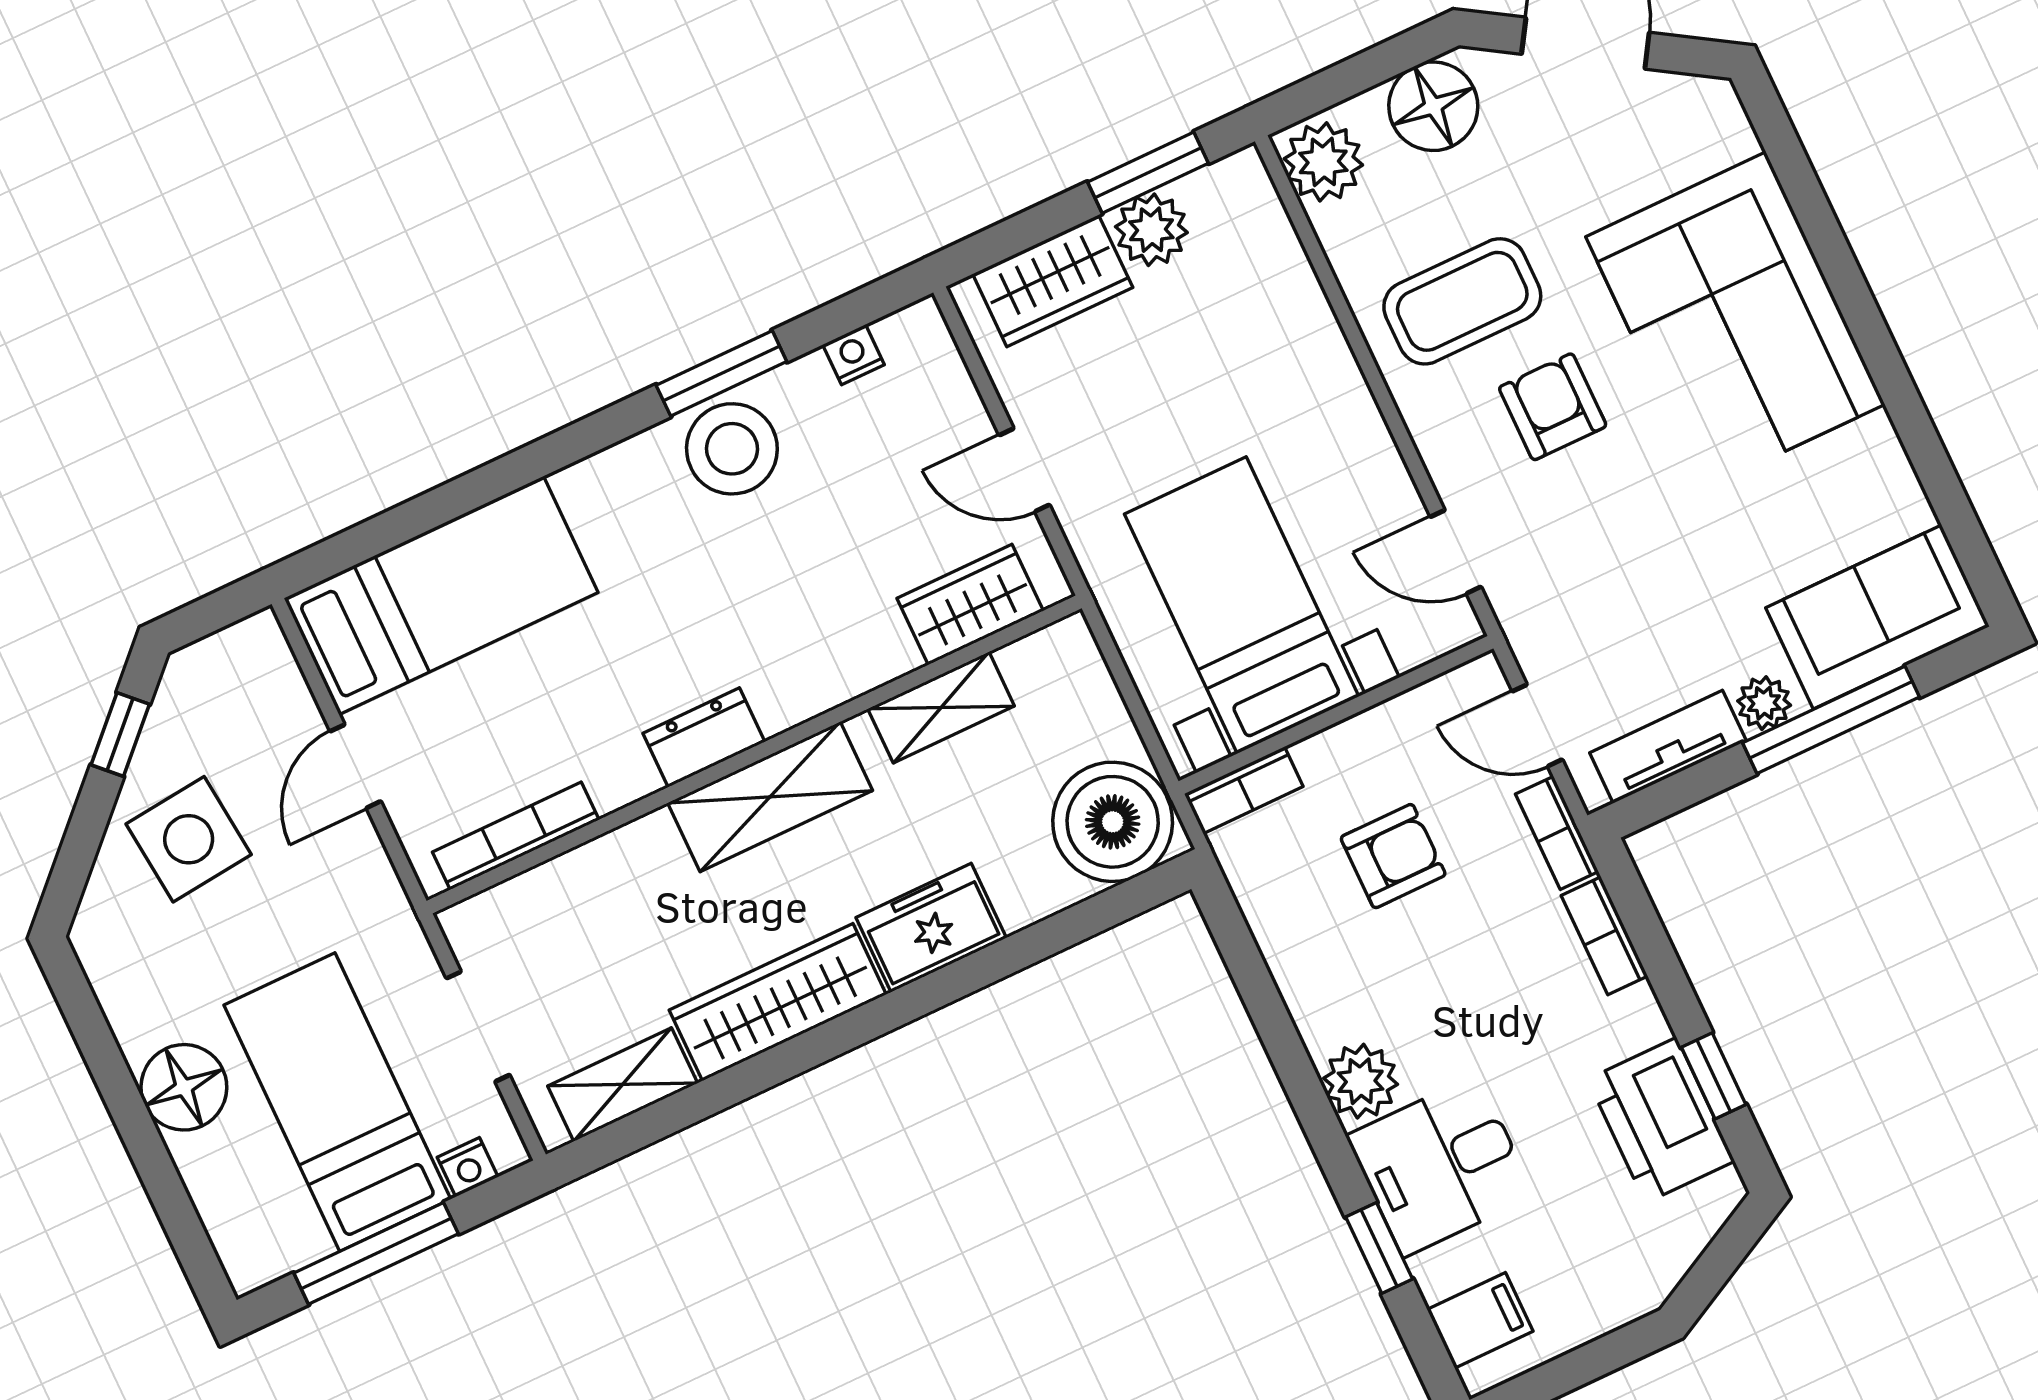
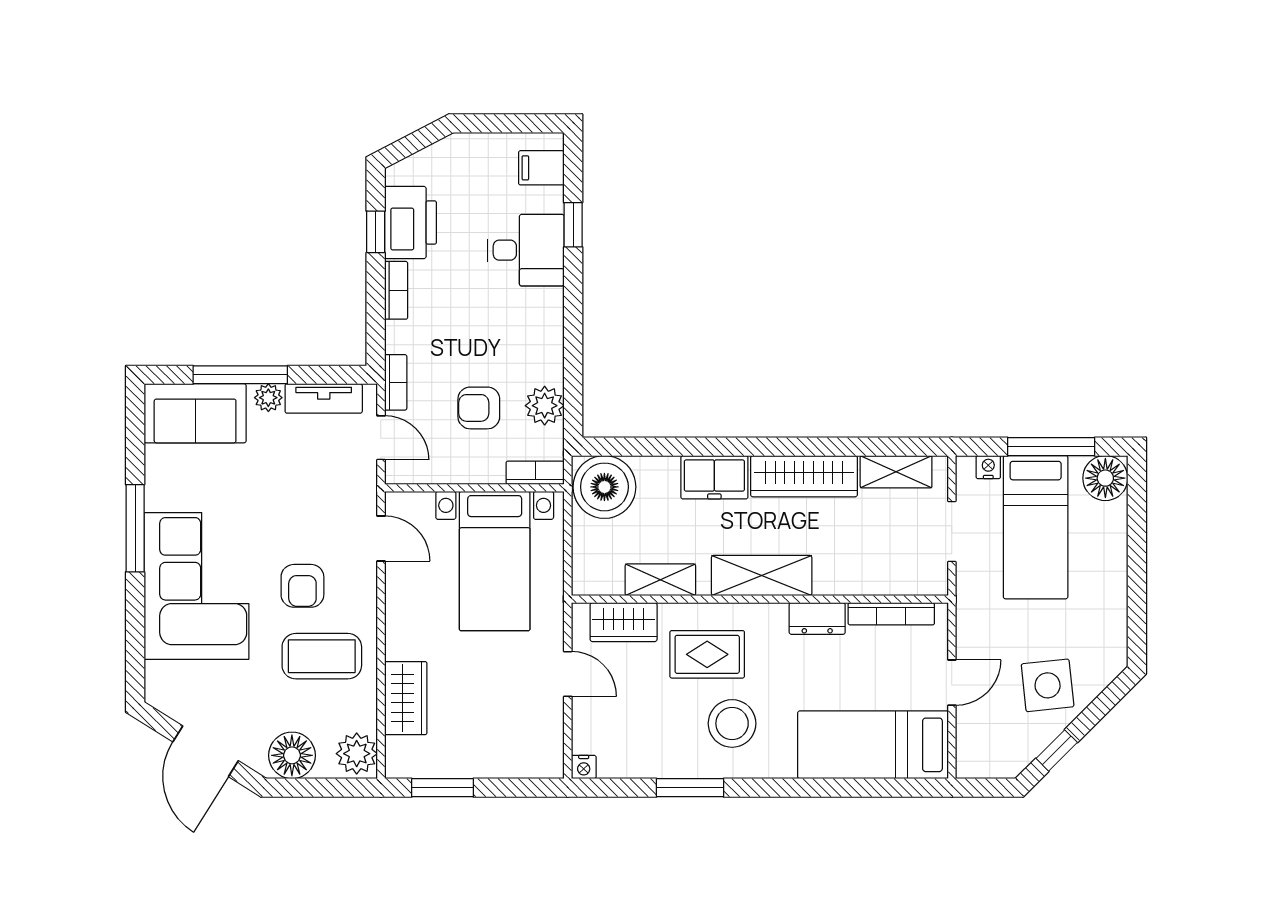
plant: (1151, 230) -> (454, 760), removed
wardrobe: (1053, 281) -> (406, 698), moved, turned 90
nightstand: (854, 355) -> (584, 767), moved
window: (1888, 370) -> (135, 528), added
stool: (732, 449) -> (732, 723), moved
rug: (800, 617) -> (707, 654), added
dresser: (704, 737) -> (817, 619), moved
bookcase: (1604, 936) -> (396, 290), moved
plant: (1361, 1081) -> (545, 406), moved
floor lamp: (184, 1087) -> (1105, 478), moved

